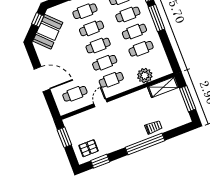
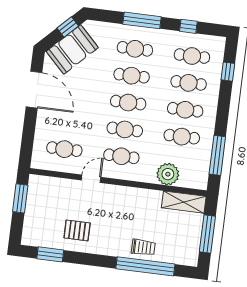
window: (157, 18) -> (217, 155), moved
door: (42, 79) -> (34, 90), moved
window: (145, 144) -> (145, 266), moved
pallet: (89, 148) -> (77, 230), moved

